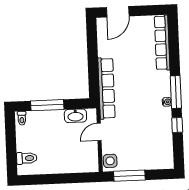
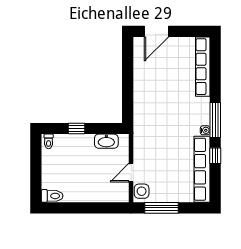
row of seats: (106, 88) -> (202, 169), moved, turned 180
window: (47, 105) -> (77, 129), width x0.46
door: (99, 132) -> (131, 173), moved
toilet: (27, 158) -> (52, 196), moved

